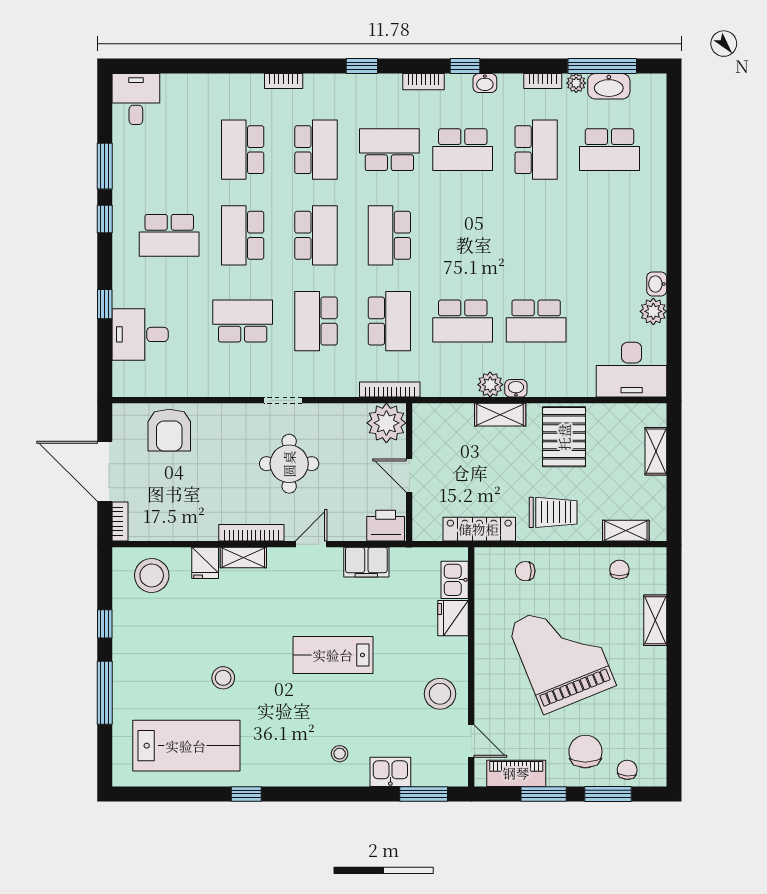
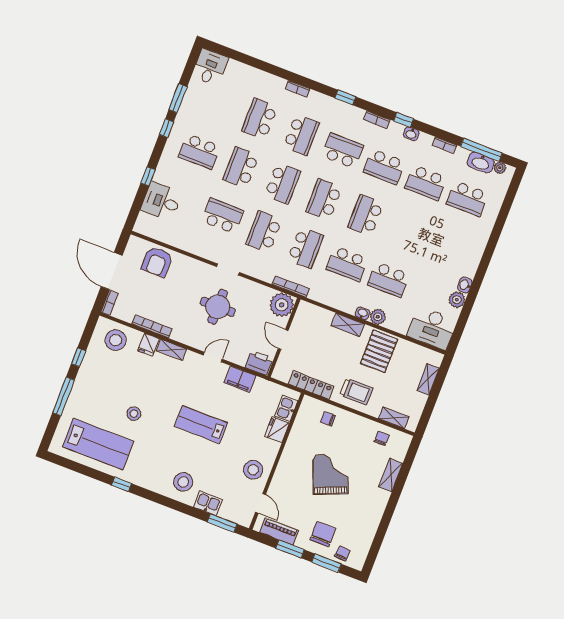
plant: (576, 83) -> (500, 168), moved
school desk: (536, 150) -> (426, 183), turned 90
school desk: (463, 235) -> (366, 215), added
plant: (490, 385) -> (378, 317), moved
bookcase: (251, 533) -> (152, 326), moved
grand piano: (562, 655) -> (330, 474), width x0.73, depth x0.68
stool: (340, 754) -> (183, 482), width x1.89, depth x1.89

